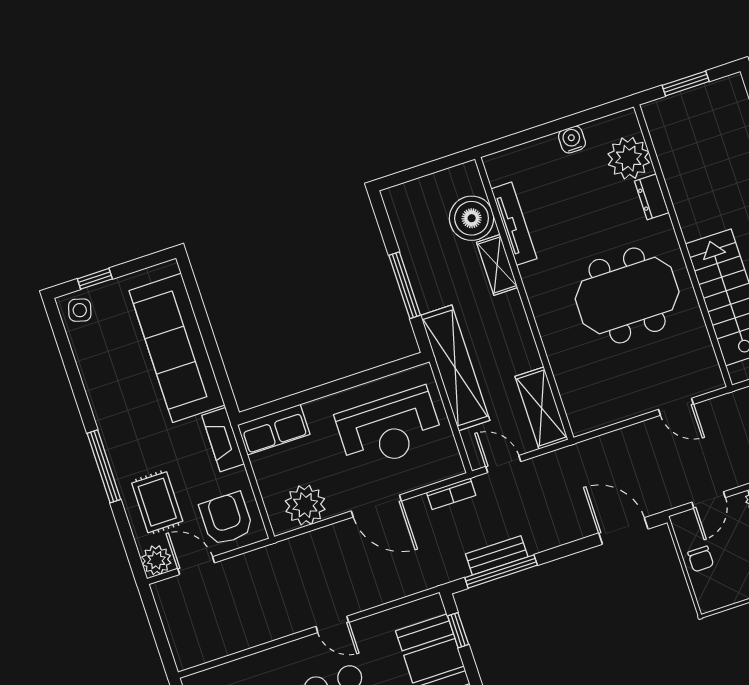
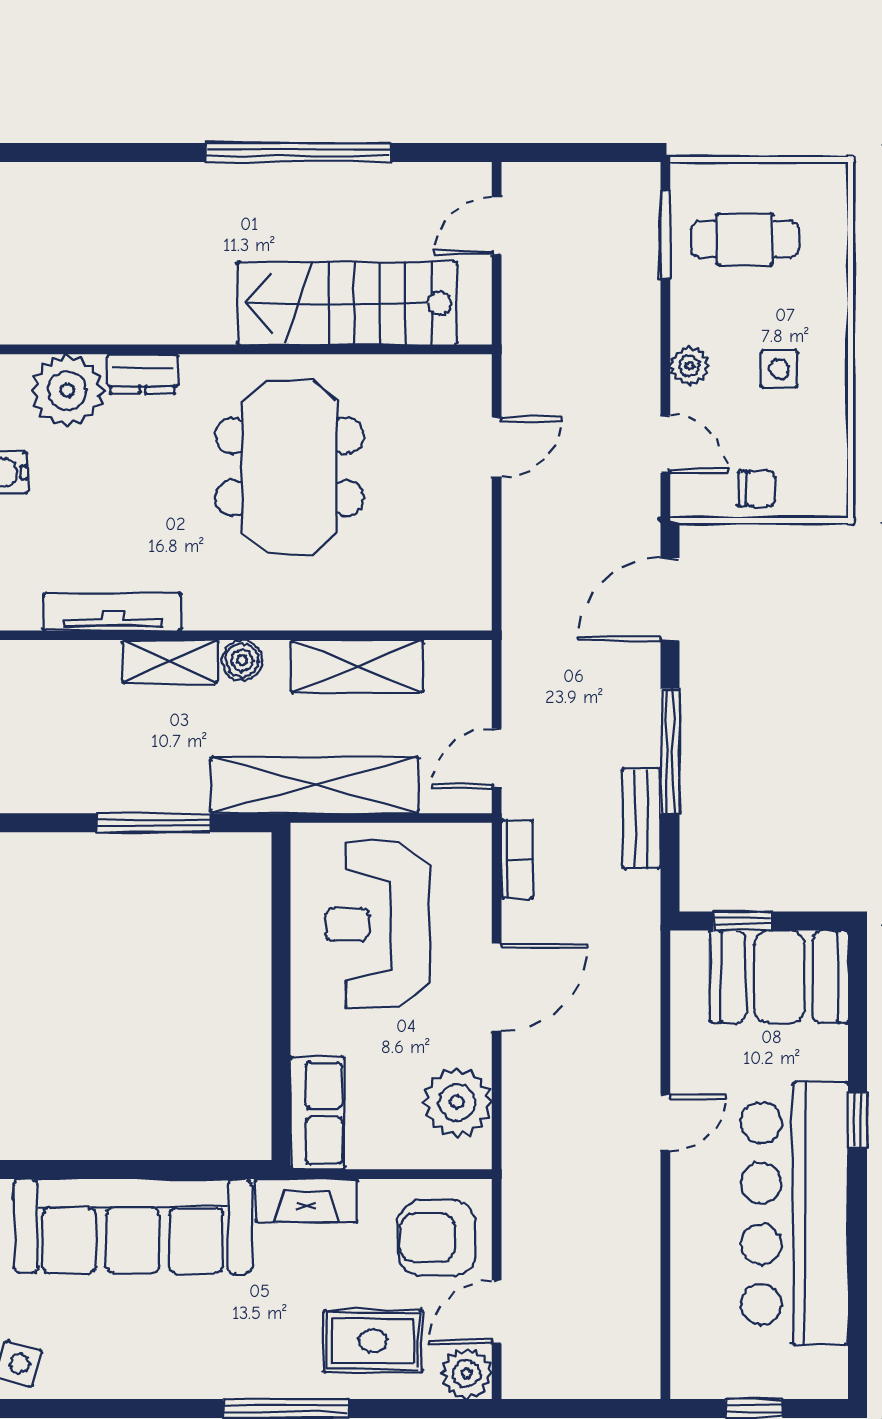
boiler: (472, 218) -> (242, 660), moved, width x0.54, depth x0.54
shelving: (542, 408) -> (357, 666), moved
reception desk: (389, 428) -> (378, 925), turned 180
window: (501, 571) -> (670, 751), moved

